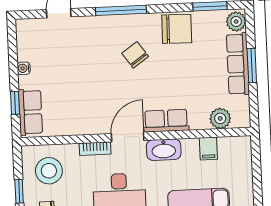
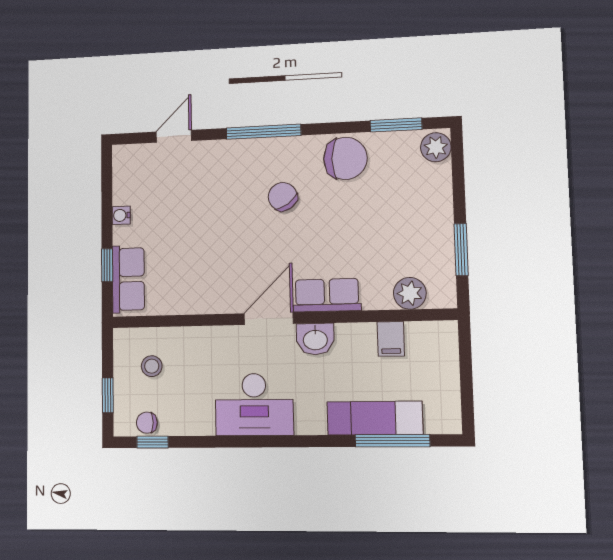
row of seats: (238, 64) -> (438, 211), removed
window: (252, 66) -> (461, 250), moved
bookcase: (95, 149) -> (220, 335), removed
washbasin: (164, 150) -> (315, 339), width x0.72
stool: (49, 171) -> (152, 366), width x0.53, depth x0.53

